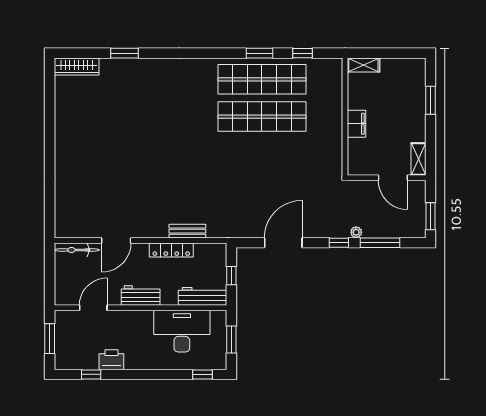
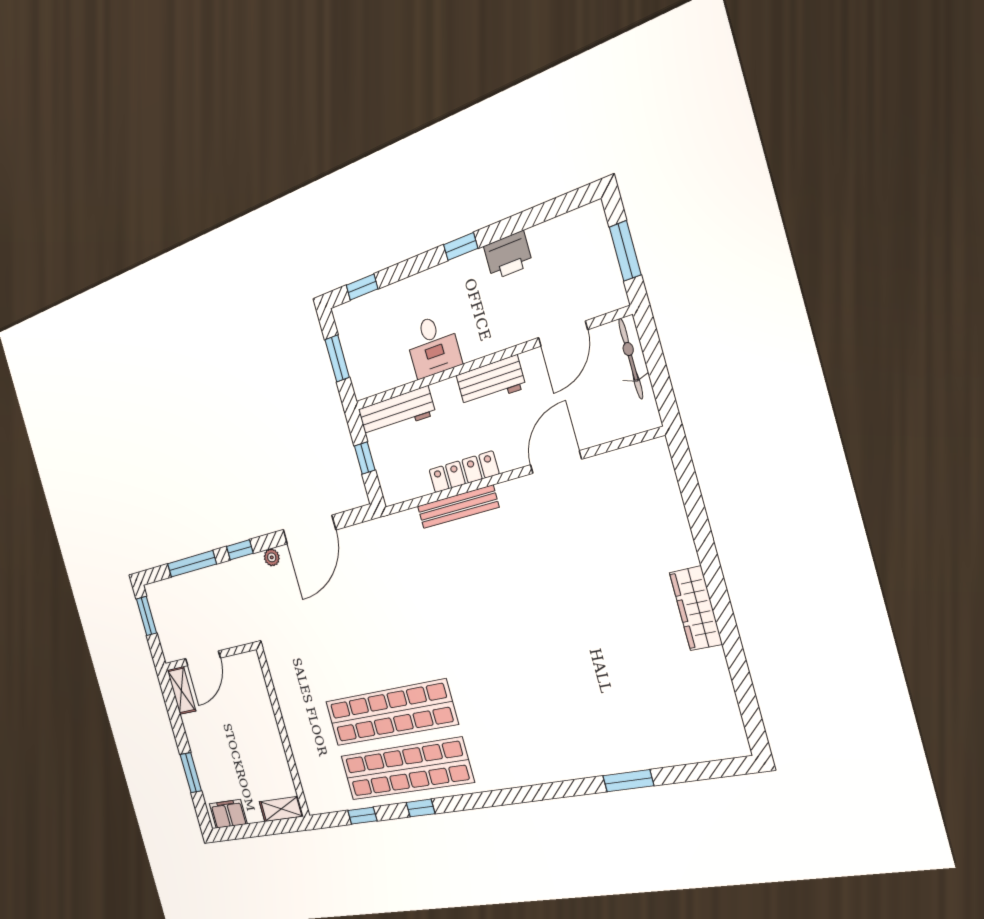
window: (259, 53) -> (421, 808), width x0.67
wardrobe: (77, 66) -> (696, 608), moved, turned -90
filing cabinet: (357, 124) -> (228, 814), moved, turned 90
door: (393, 178) -> (203, 658), swing flipped
bench: (187, 231) -> (458, 507), width x1.36
plant: (356, 232) -> (272, 557), moved
bicycle: (77, 250) -> (631, 359), moved, turned -90
desk: (182, 331) -> (433, 346), width x0.53, depth x0.77
window: (91, 374) -> (461, 246), moved

